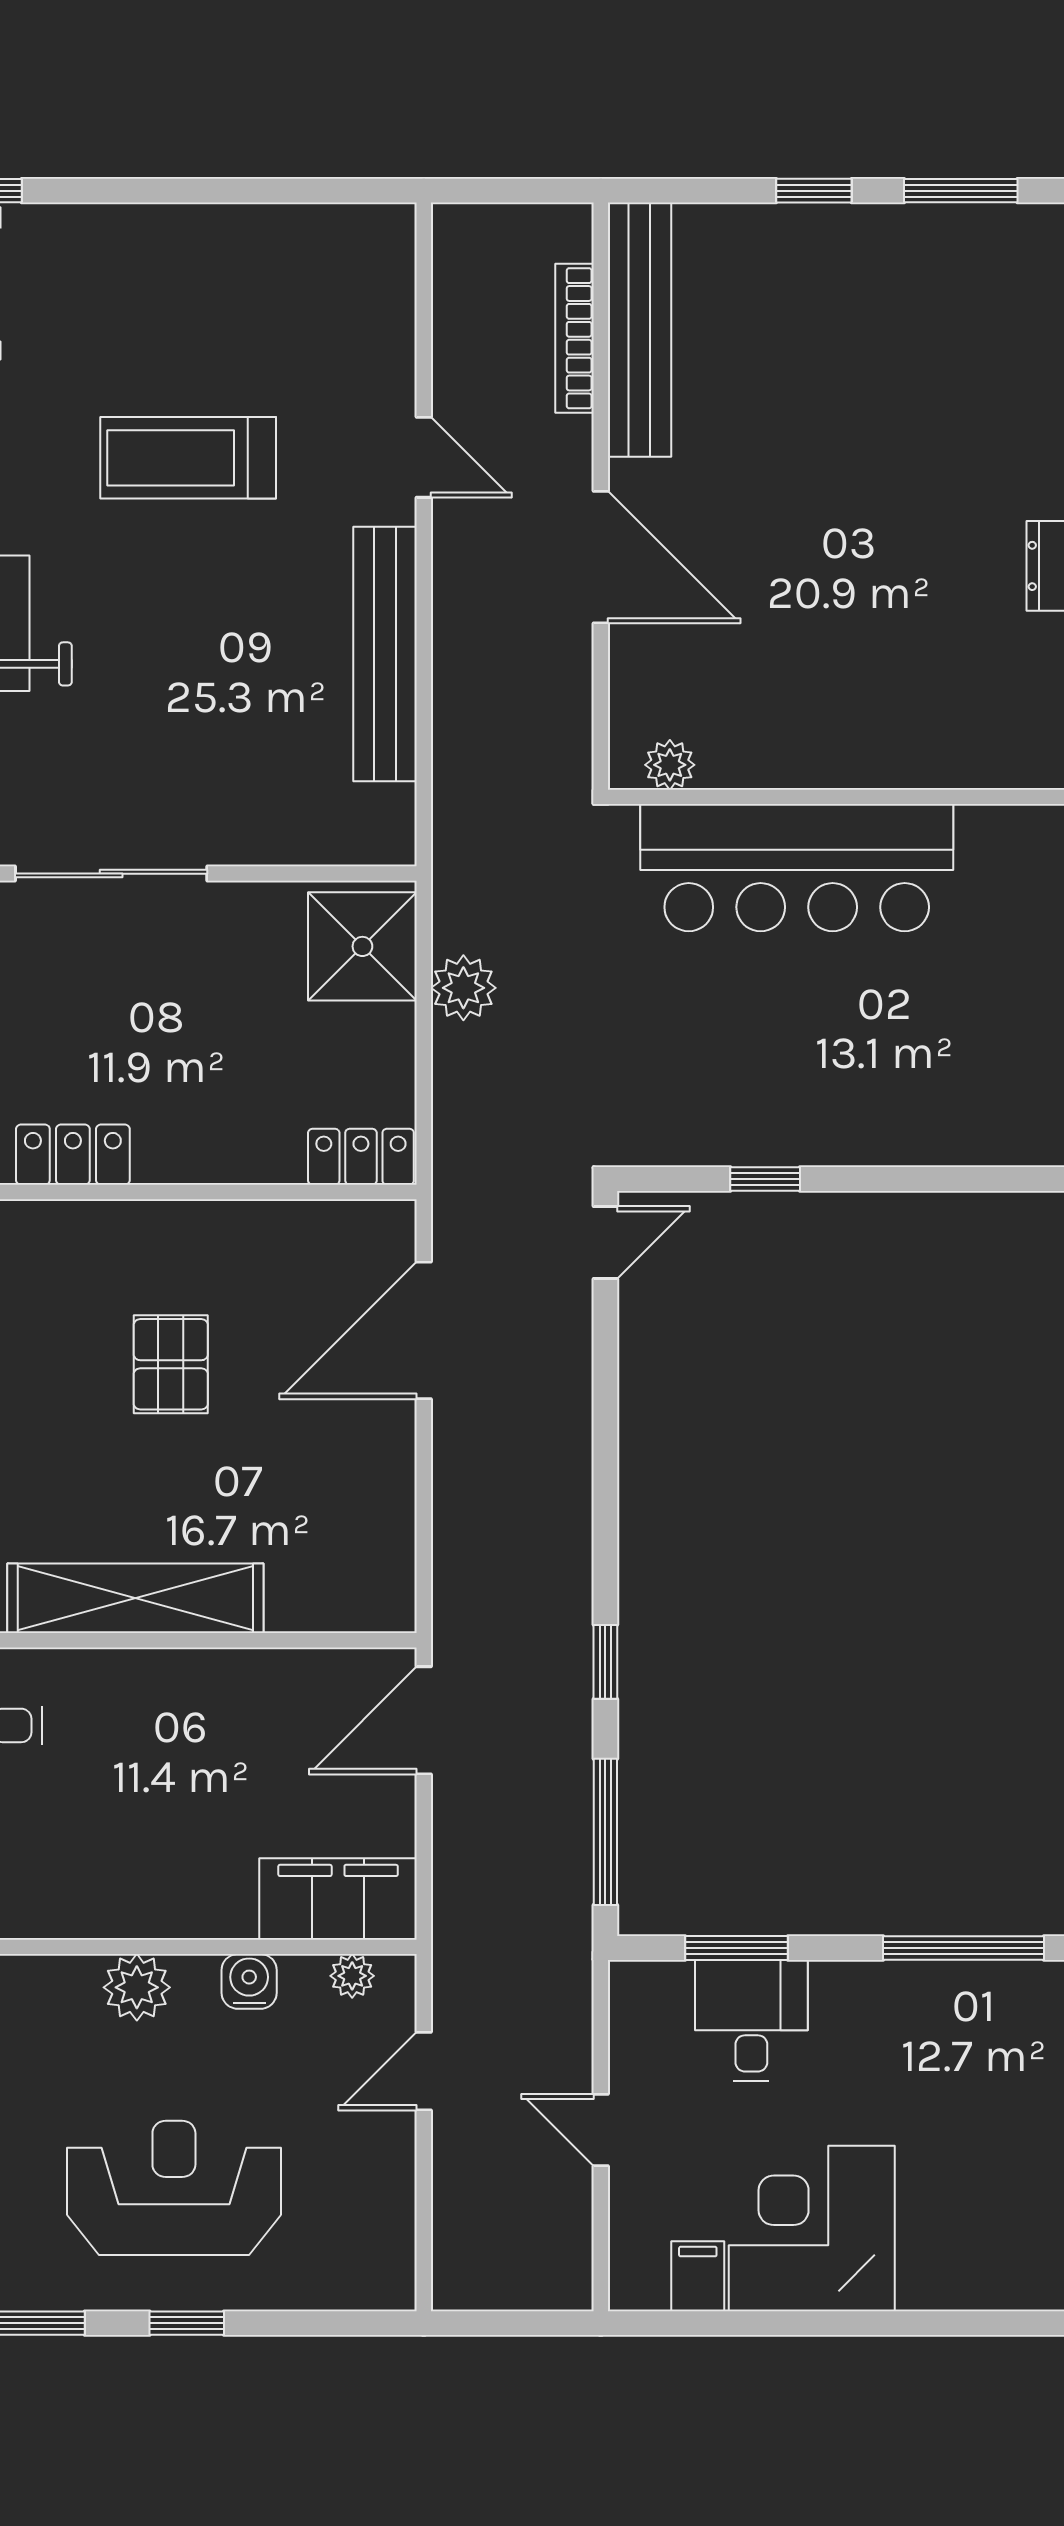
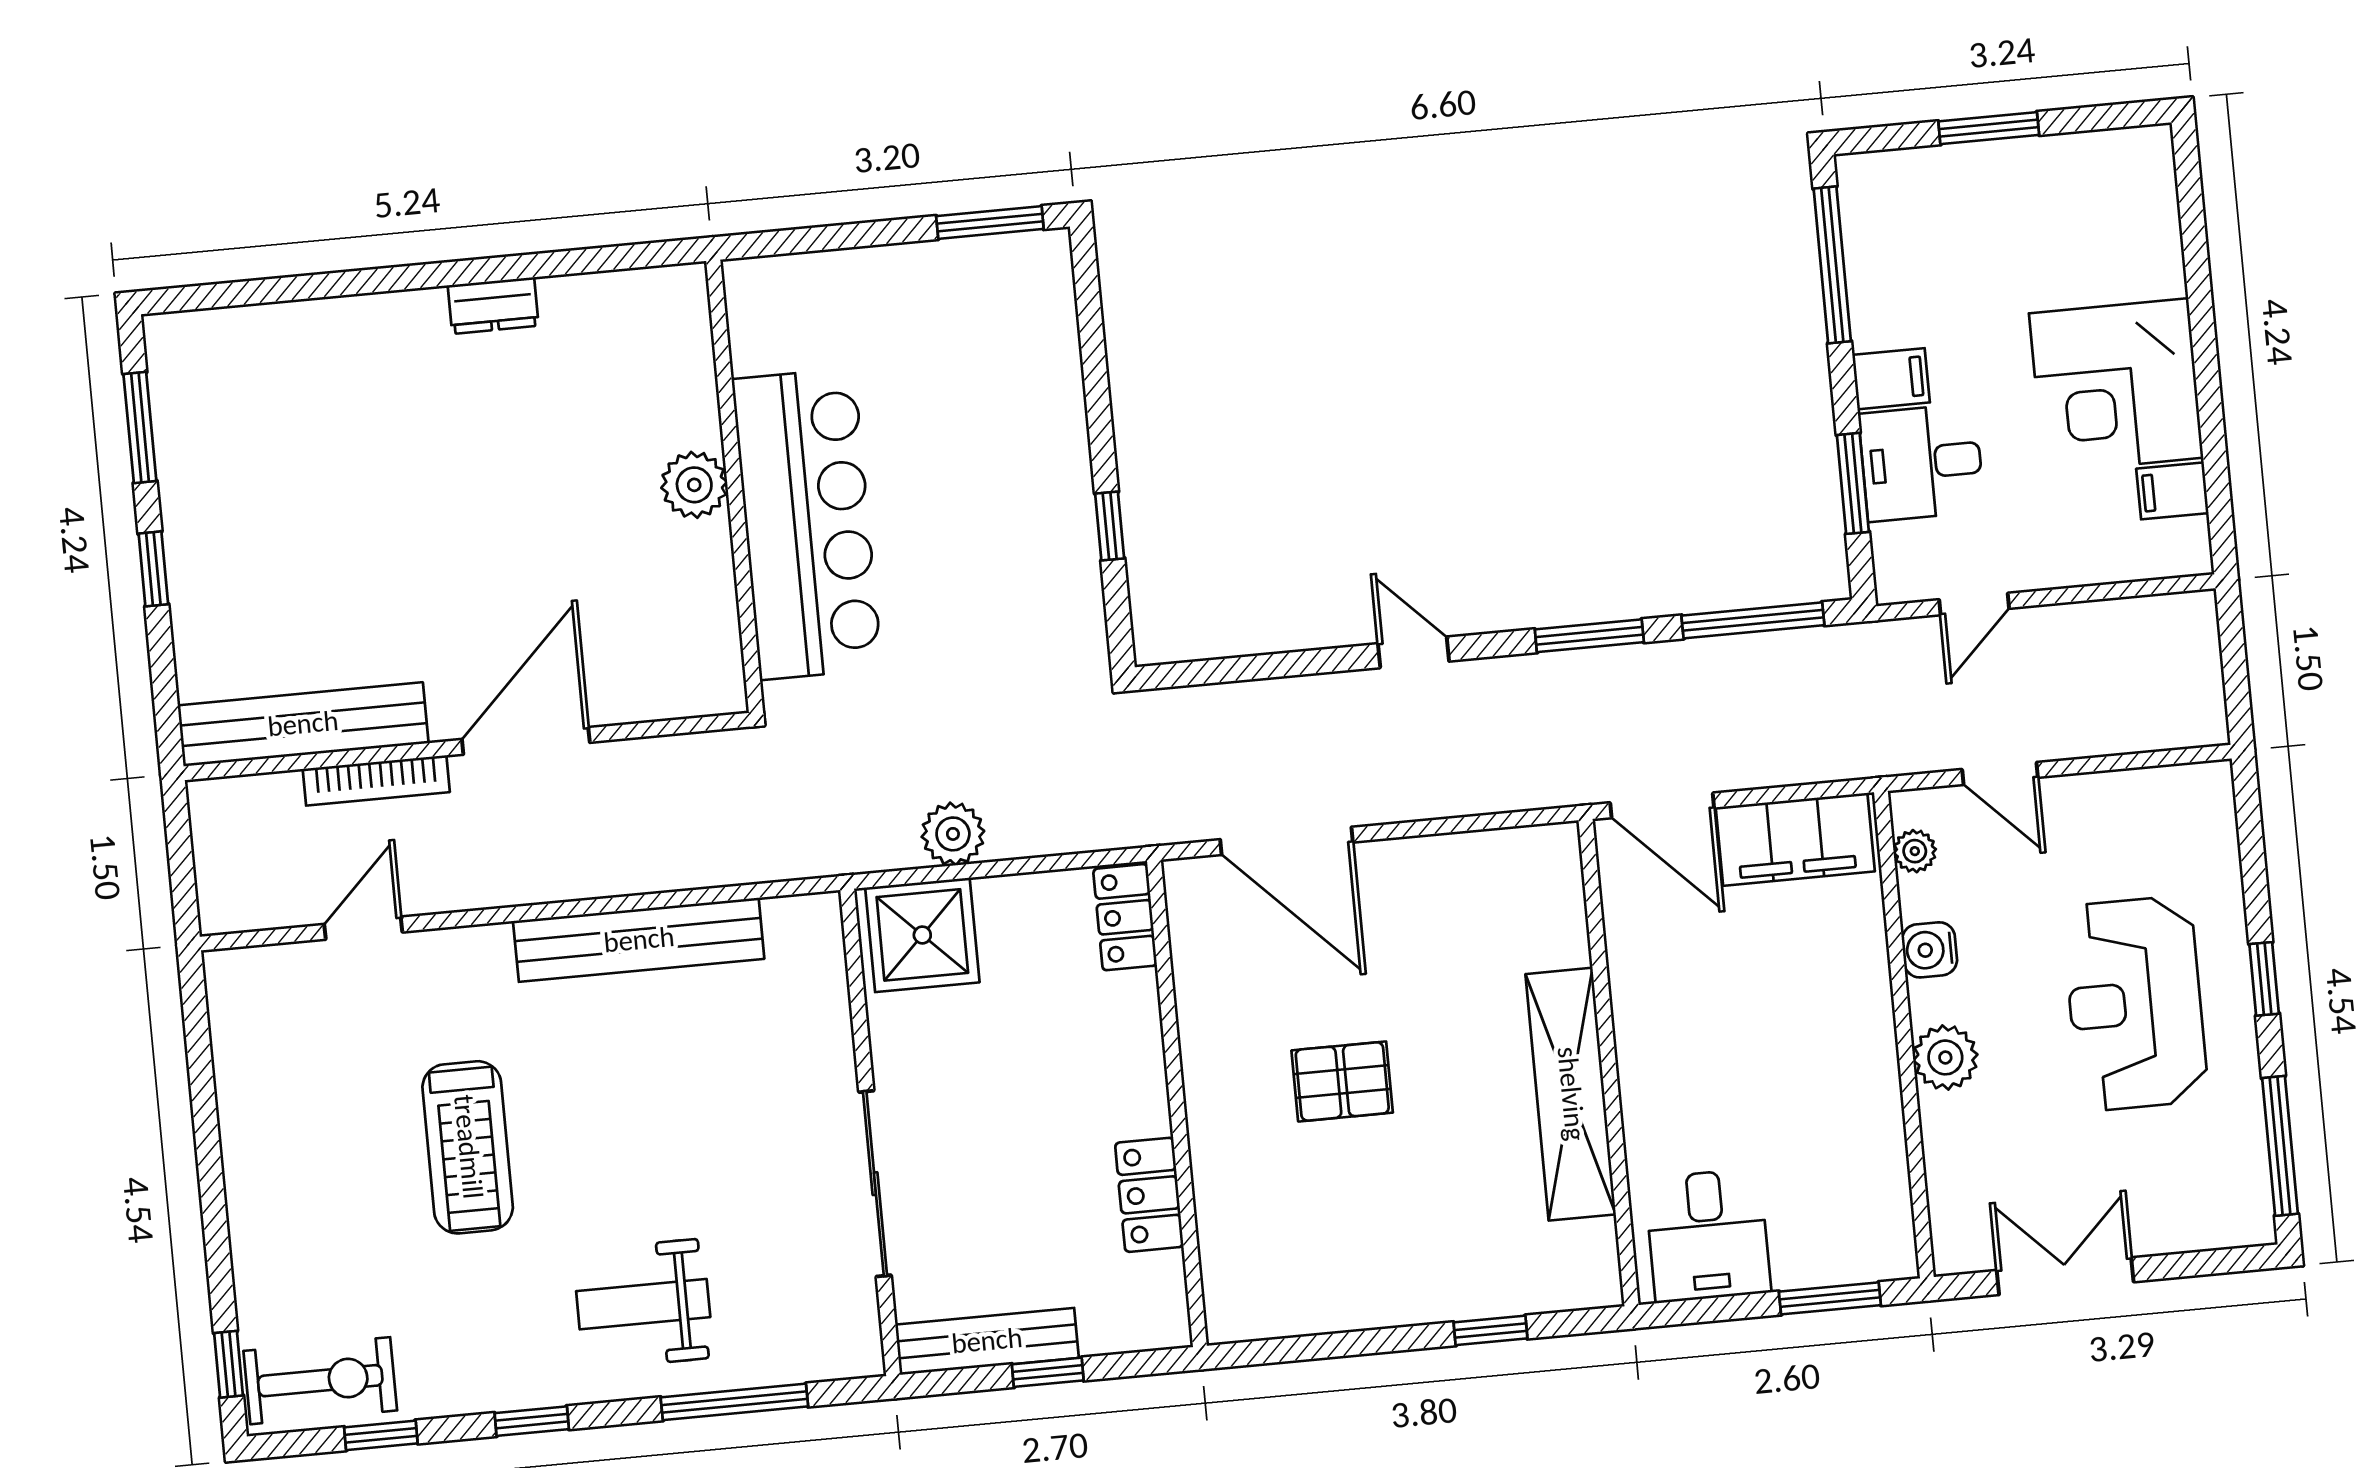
bookcase: (575, 338) -> (376, 780), moved
door: (424, 457) -> (363, 928), moved
plant: (670, 765) -> (694, 485), moved, width x1.38, depth x1.38
door: (605, 1242) -> (1414, 652), moved
window: (605, 1662) -> (1589, 636), width x1.50
filing cabinet: (338, 1899) -> (1795, 839), moved, turned -90
filing cabinet: (841, 1997) -> (1891, 379), added
door: (601, 2130) -> (1974, 604), moved

